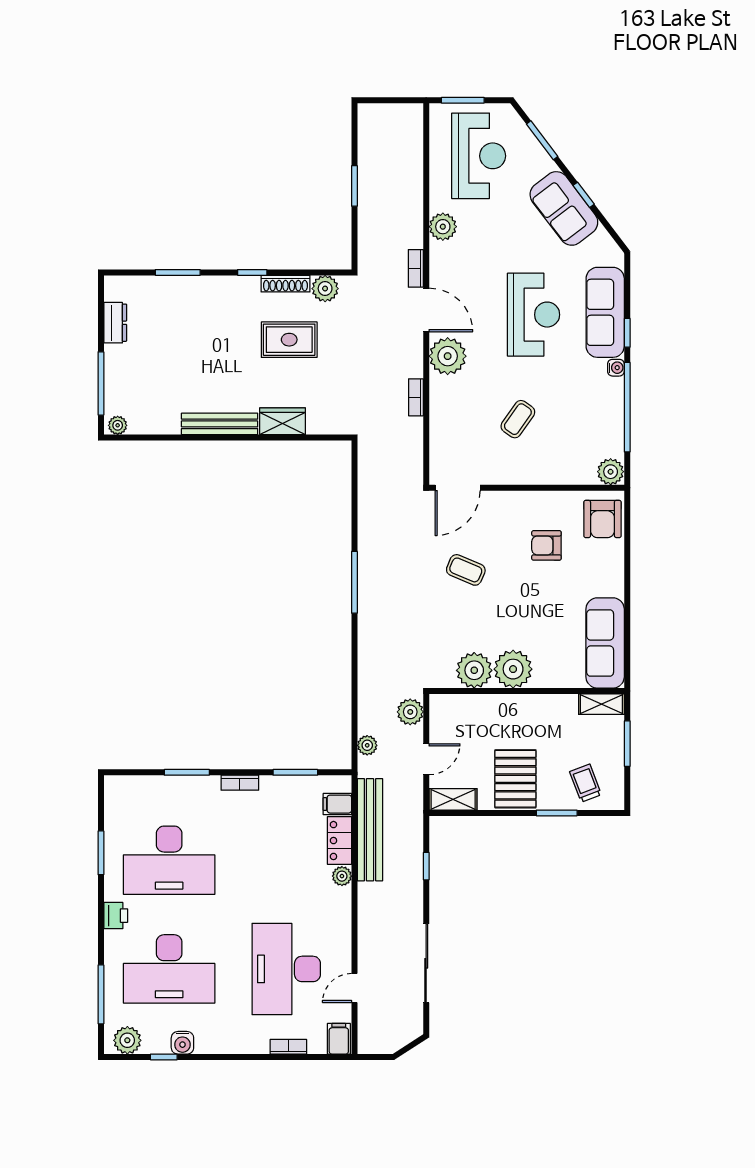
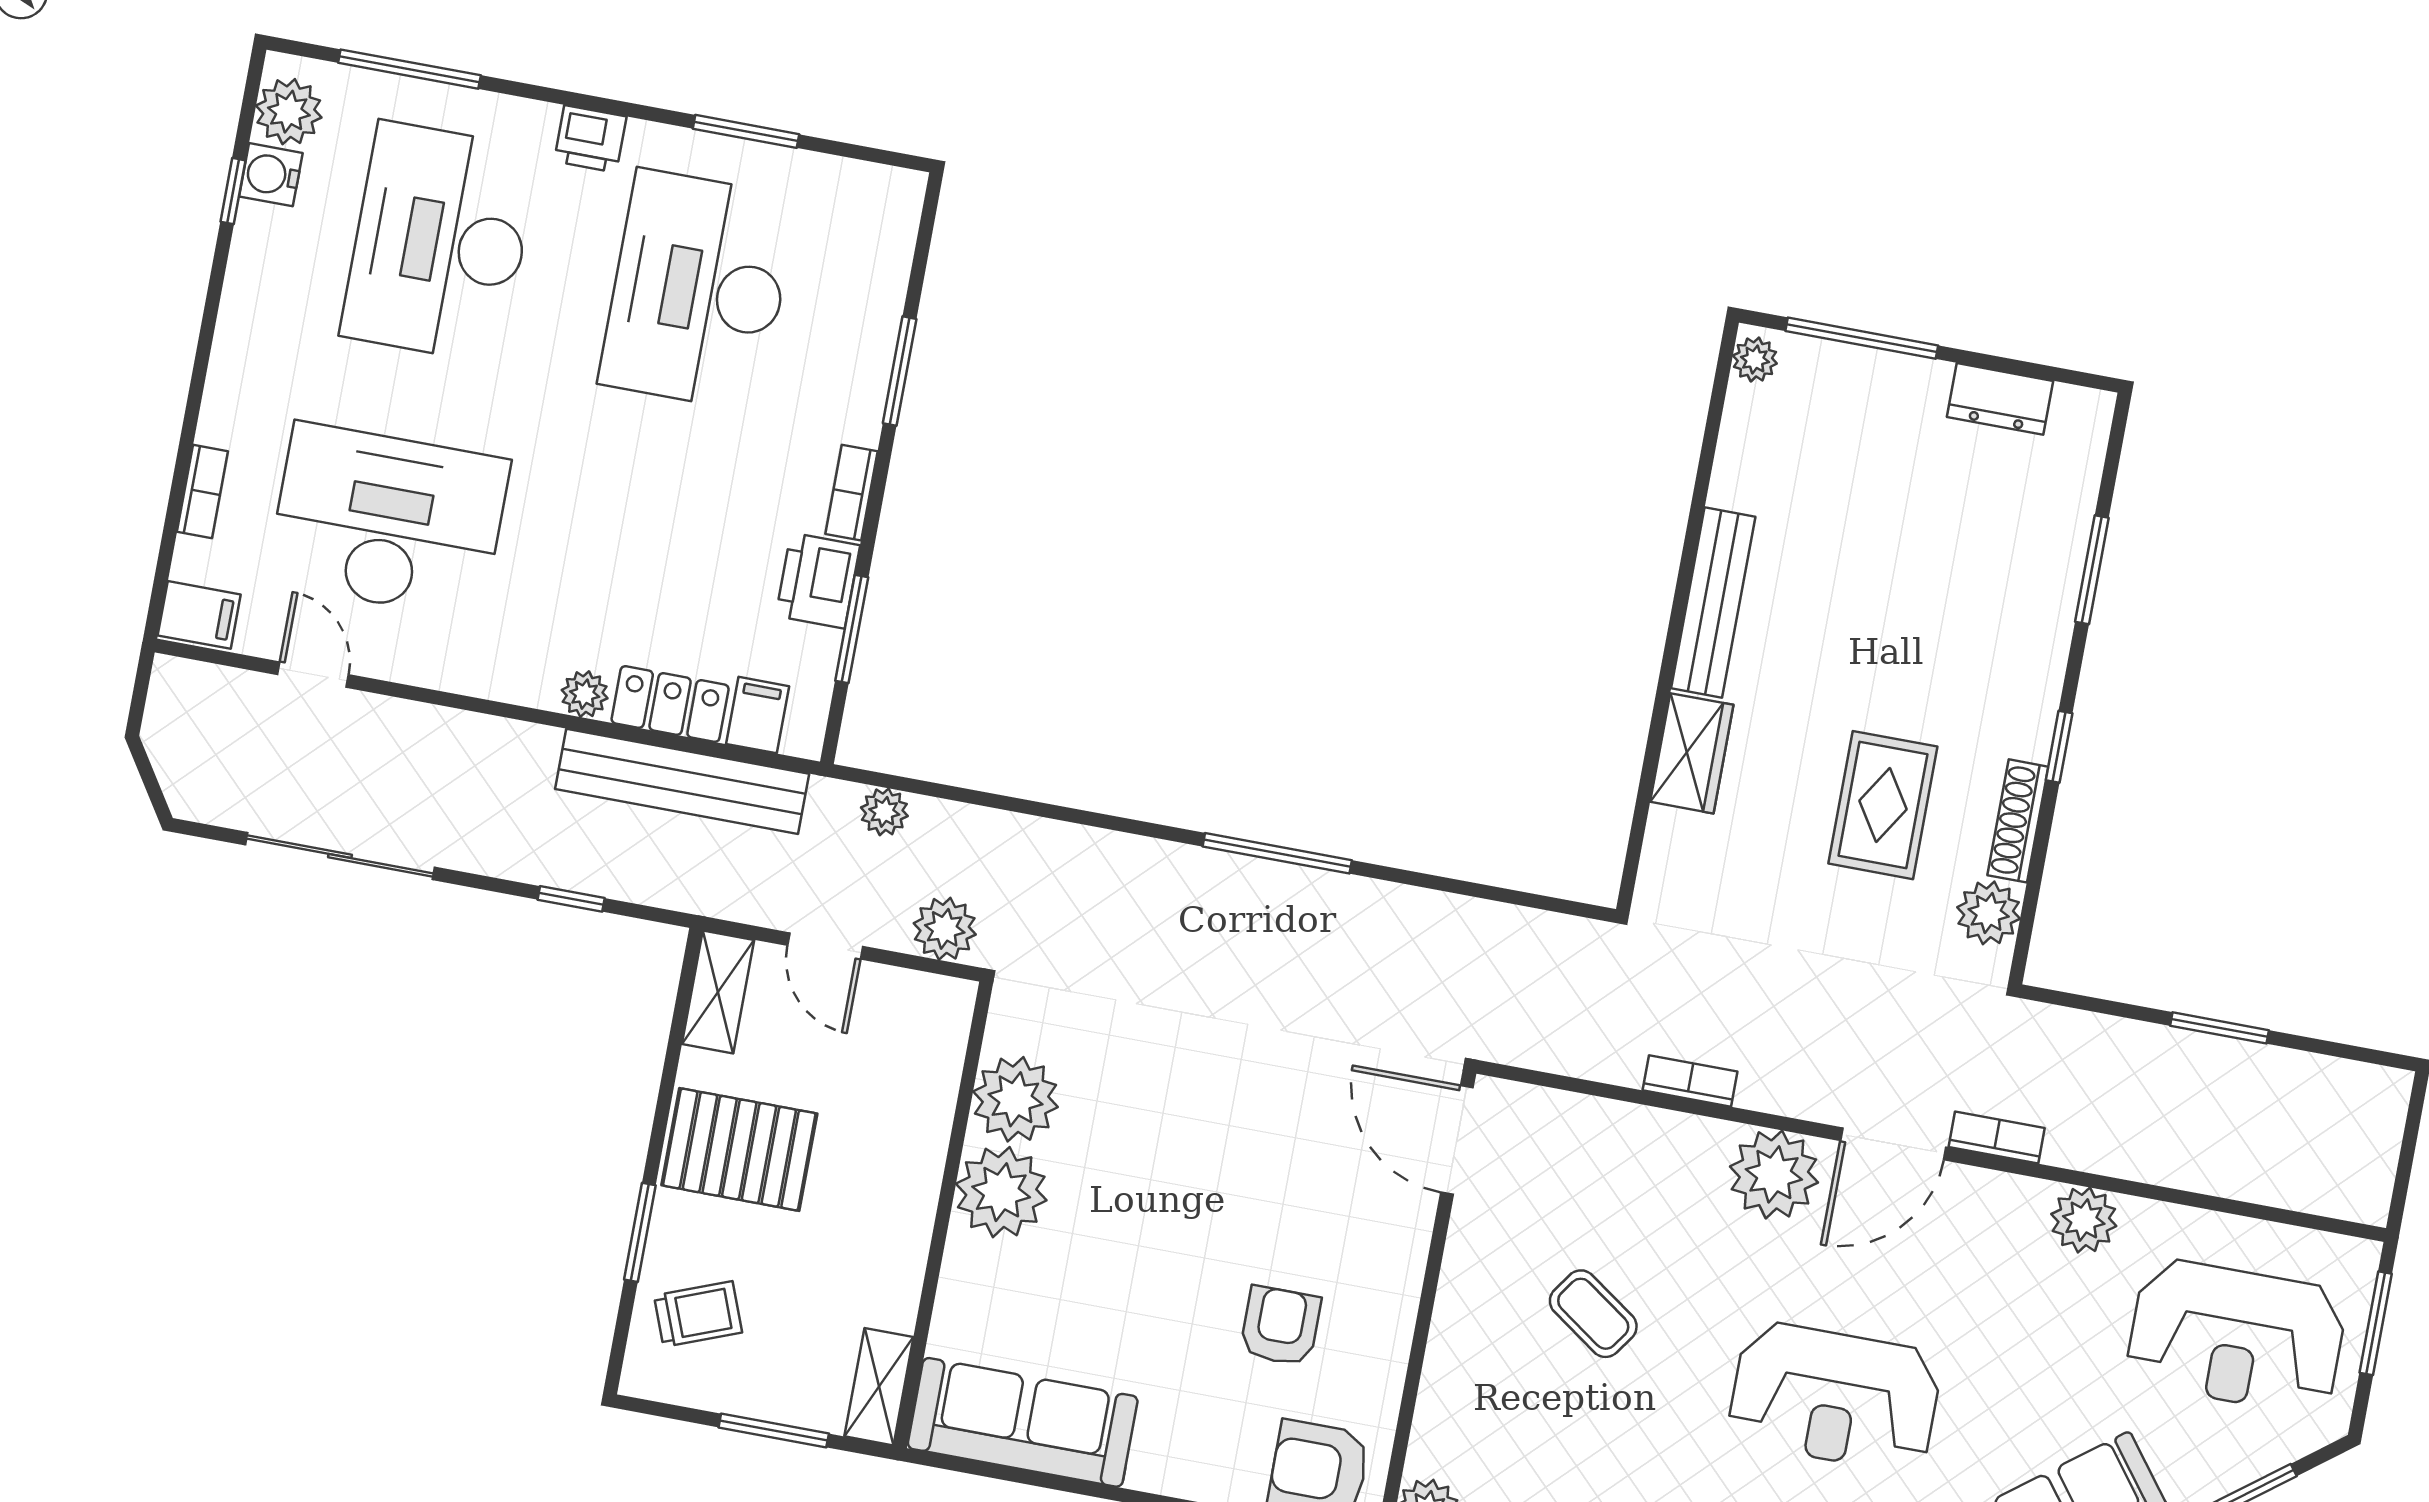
coffee table: (466, 570) -> (1258, 1123), removed
printer: (278, 790) -> (818, 581), added
water cooler: (182, 1043) -> (271, 175), moved

